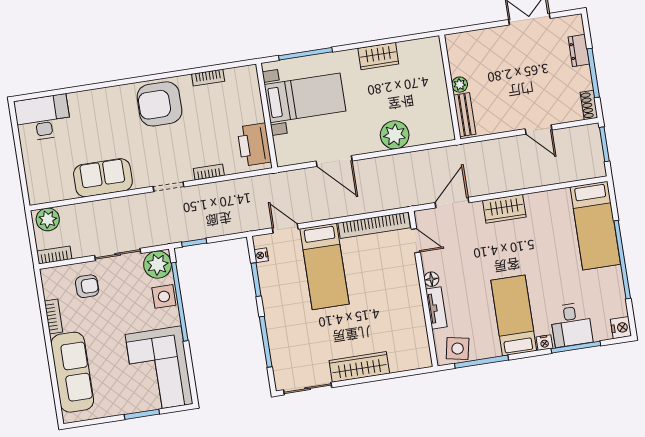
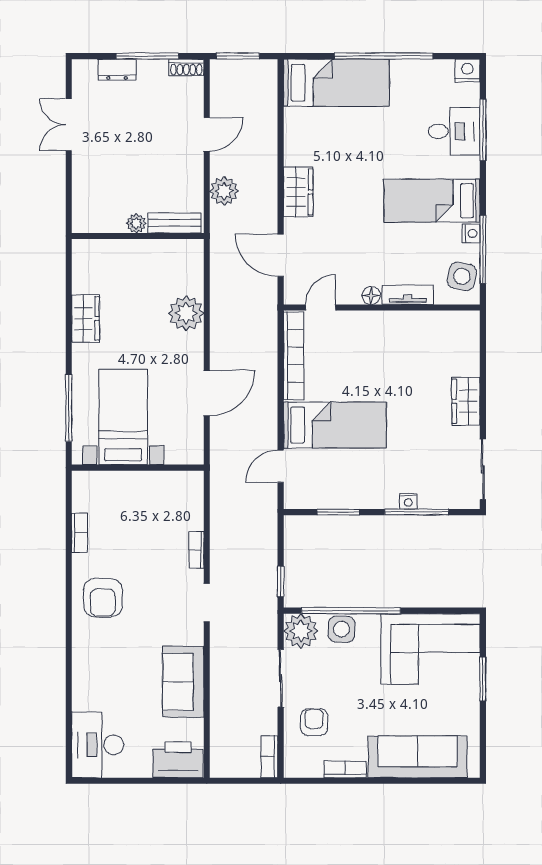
armchair: (159, 104) -> (103, 598), width x0.73, depth x0.73
printer: (254, 145) -> (178, 760), moved, turned 180
plant: (48, 219) -> (224, 191), moved
nightstand: (261, 255) -> (408, 501), moved
nightstand: (544, 343) -> (471, 233), moved
wardrobe: (359, 367) -> (466, 401), width x0.67

